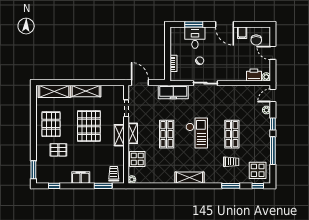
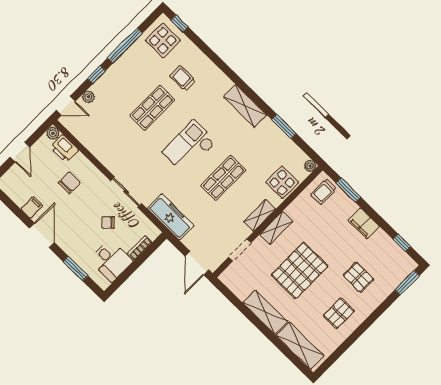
desk: (195, 38) -> (111, 261), moved, turned -90
chair: (256, 40) -> (69, 183), moved
pallet: (51, 124) -> (339, 313), width x0.67, depth x0.71
window: (231, 186) -> (284, 126), moved

